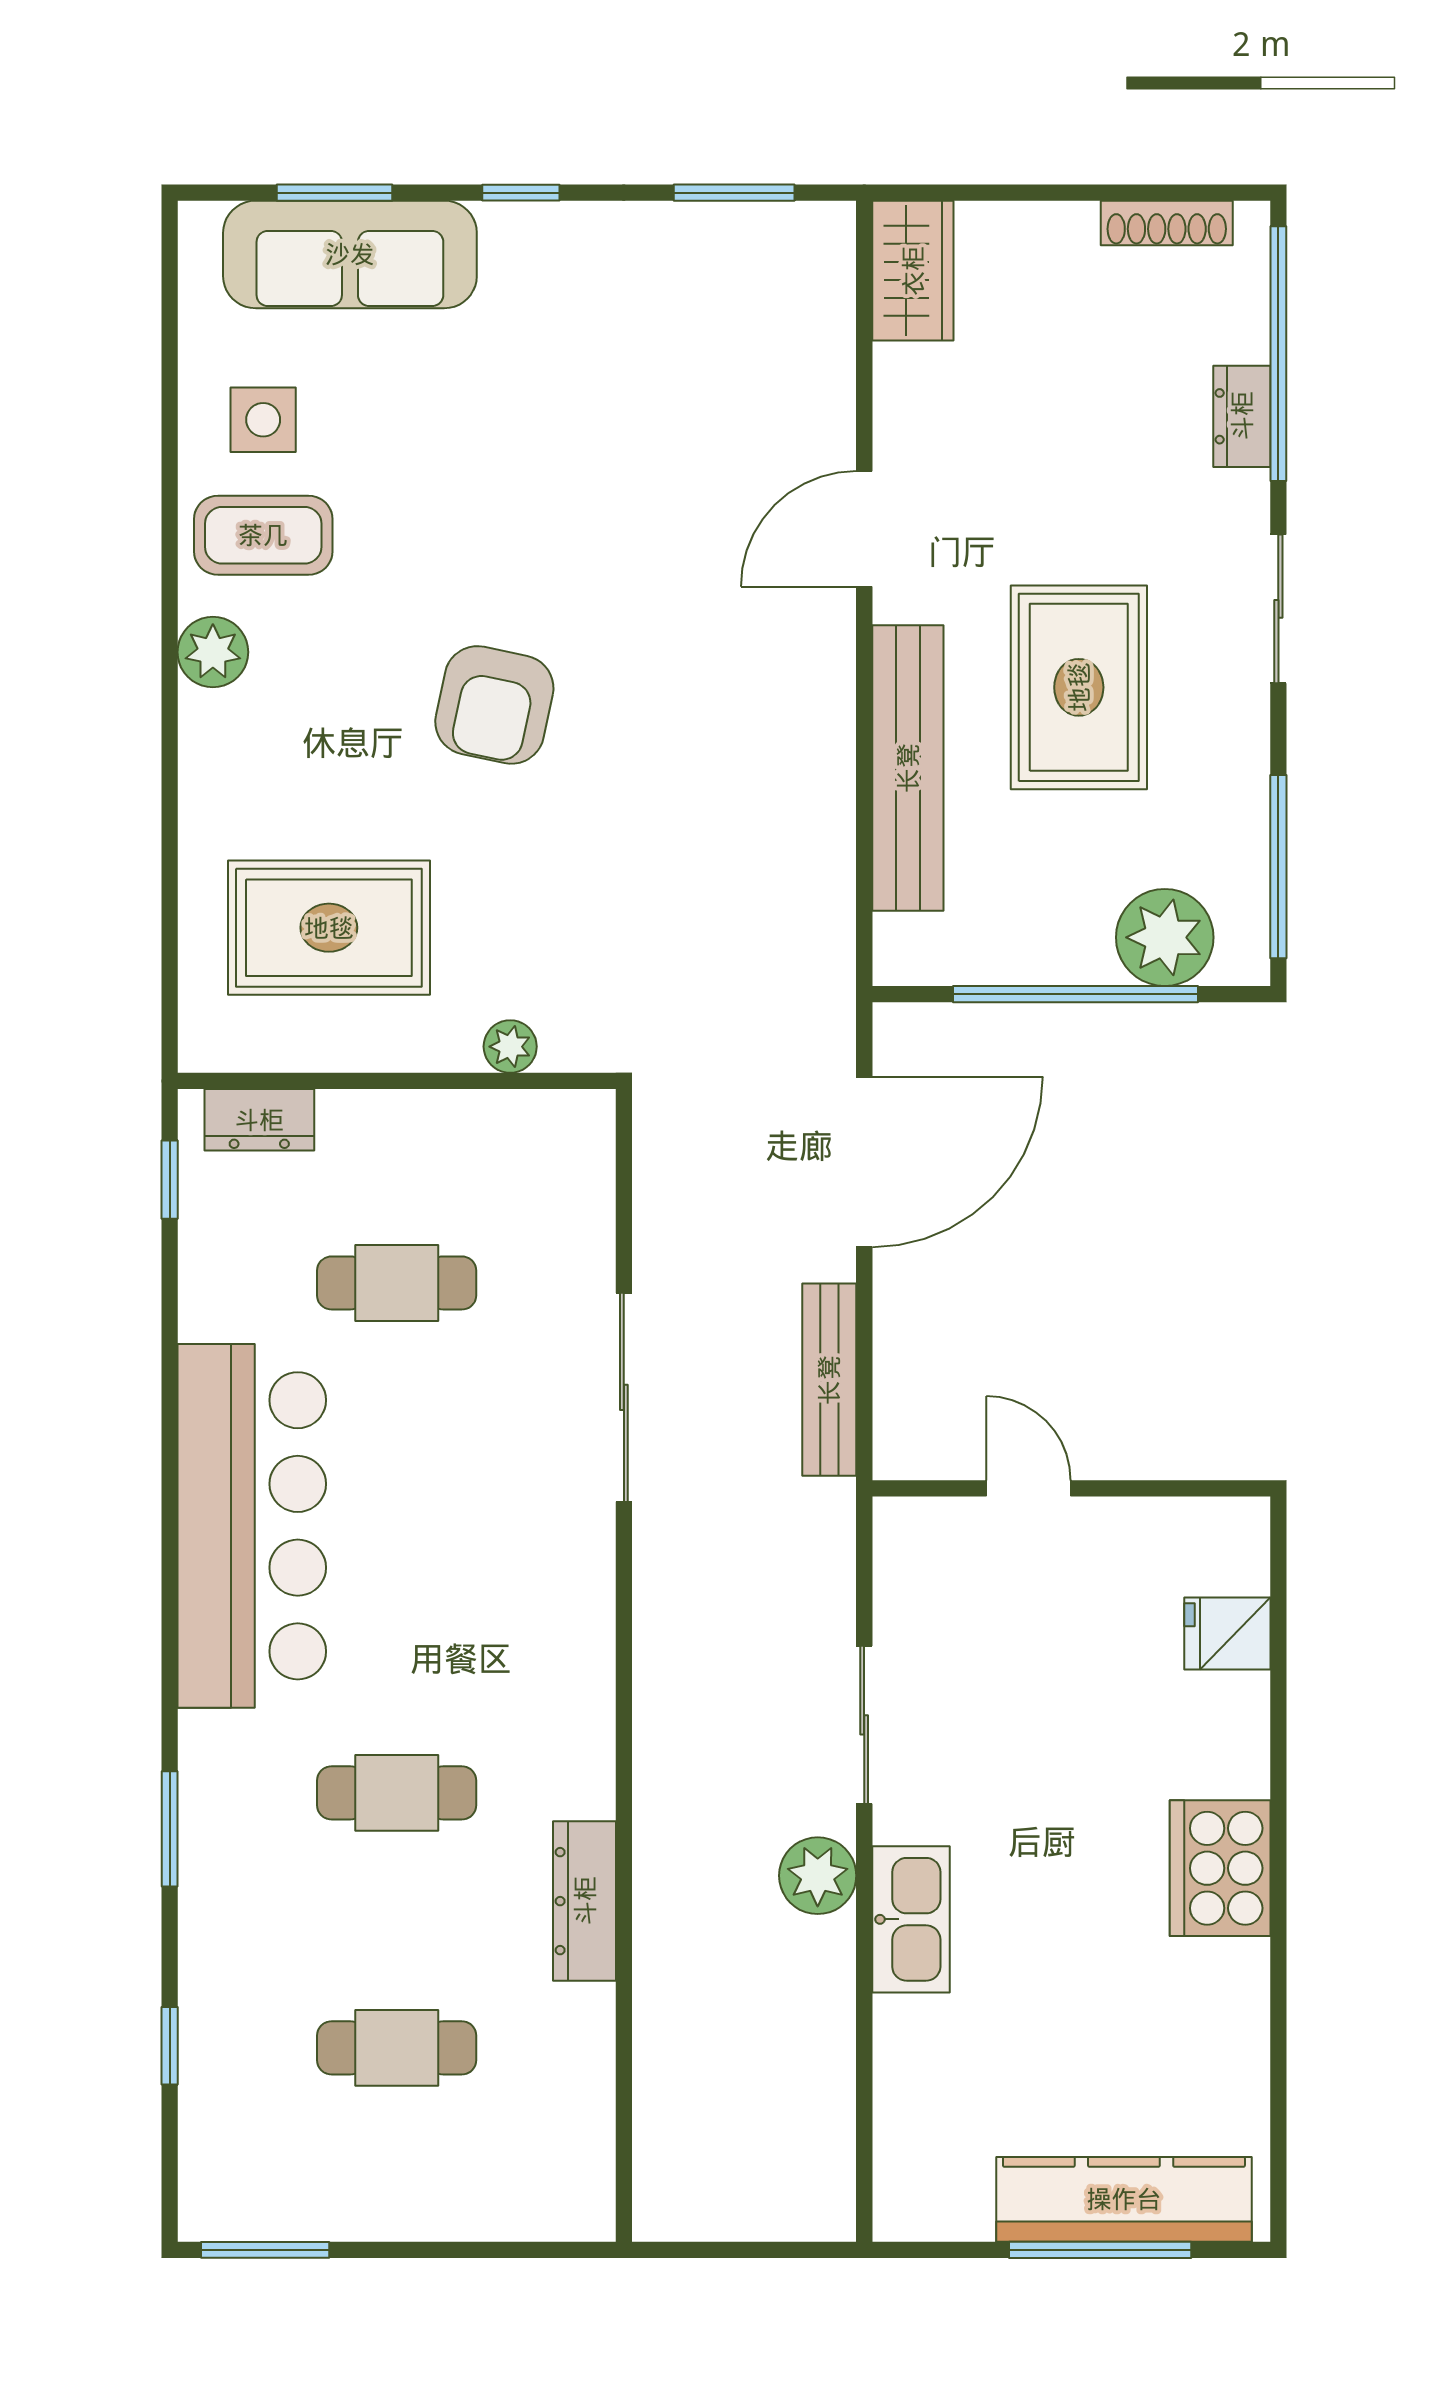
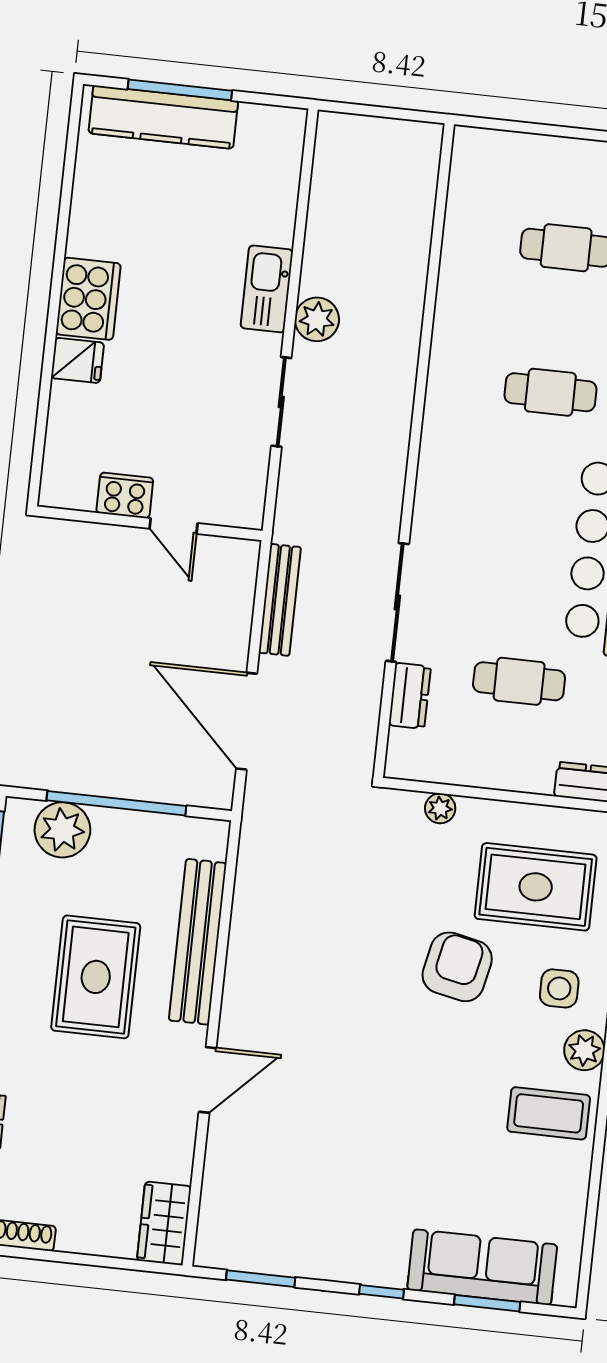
side table: (263, 420) -> (559, 988), moved
armchair: (494, 705) -> (457, 967), moved
door: (864, 1162) -> (247, 721), hinge flipped
cooker: (1119, 1532) -> (125, 495), added
fridge: (1227, 1633) -> (77, 360), moved
dresser: (585, 1901) -> (410, 696), moved, width x0.70

